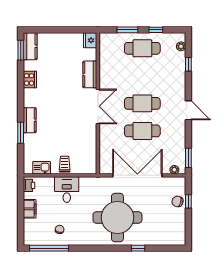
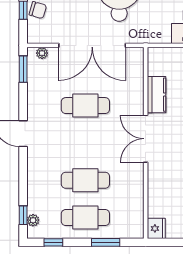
window: (156, 30) -> (53, 242), moved
window: (188, 64) -> (23, 215), moved
kitchen counter: (90, 74) -> (157, 95), moved
cafe table: (142, 103) -> (85, 180), moved

